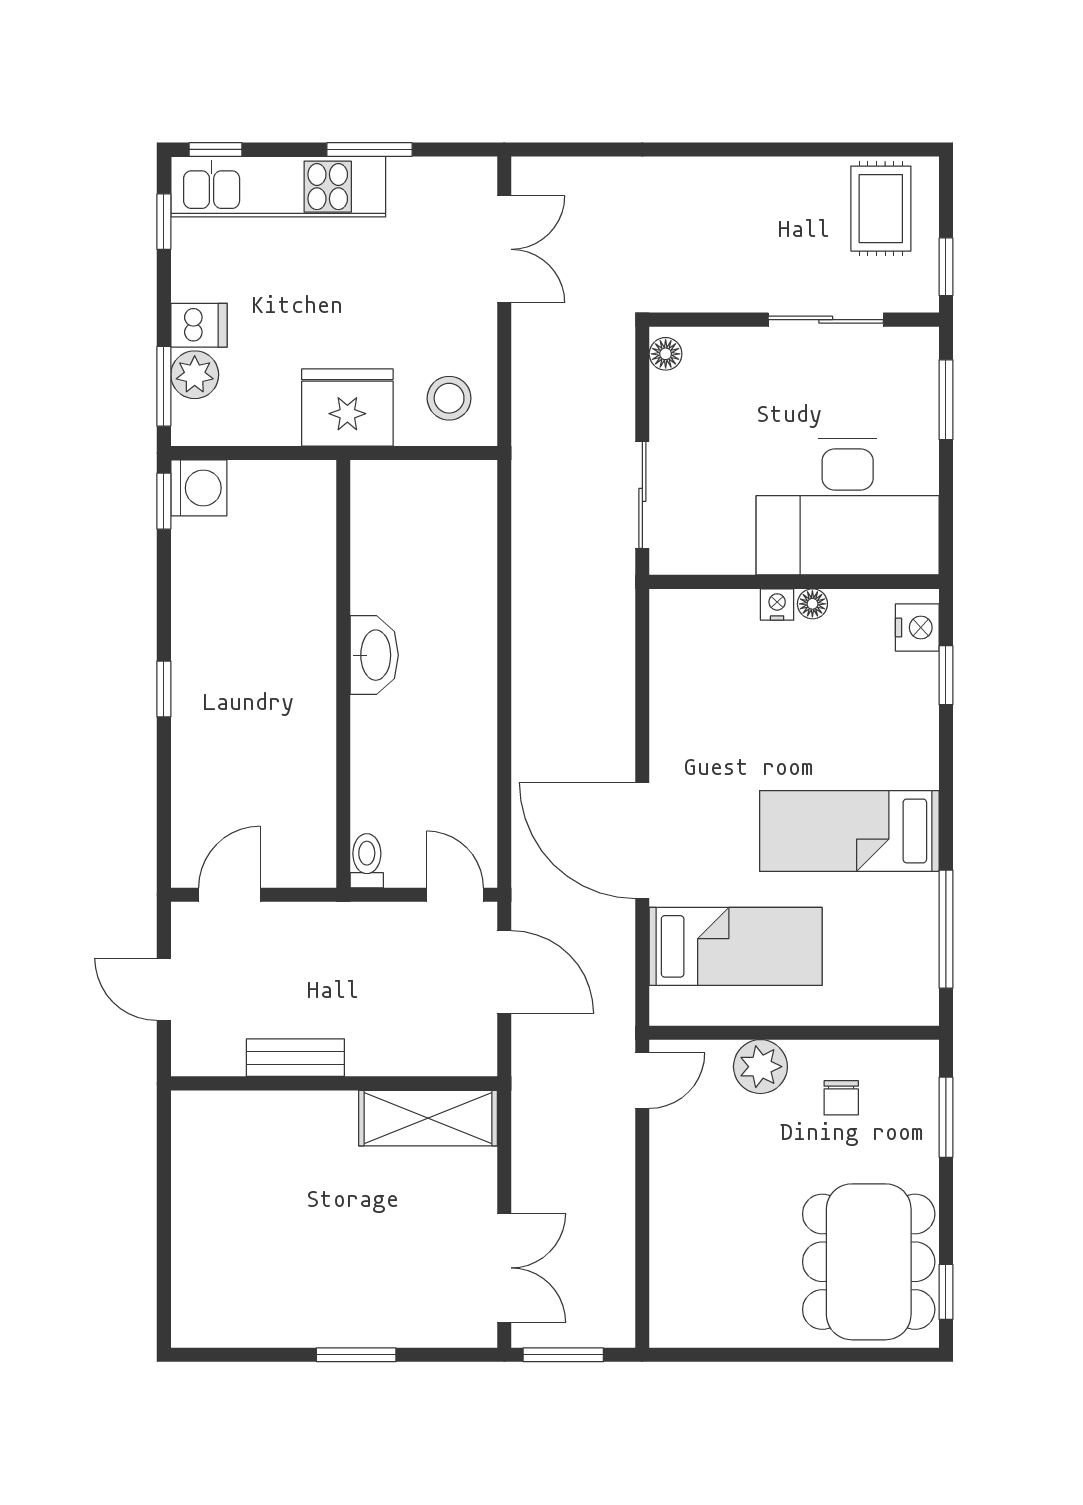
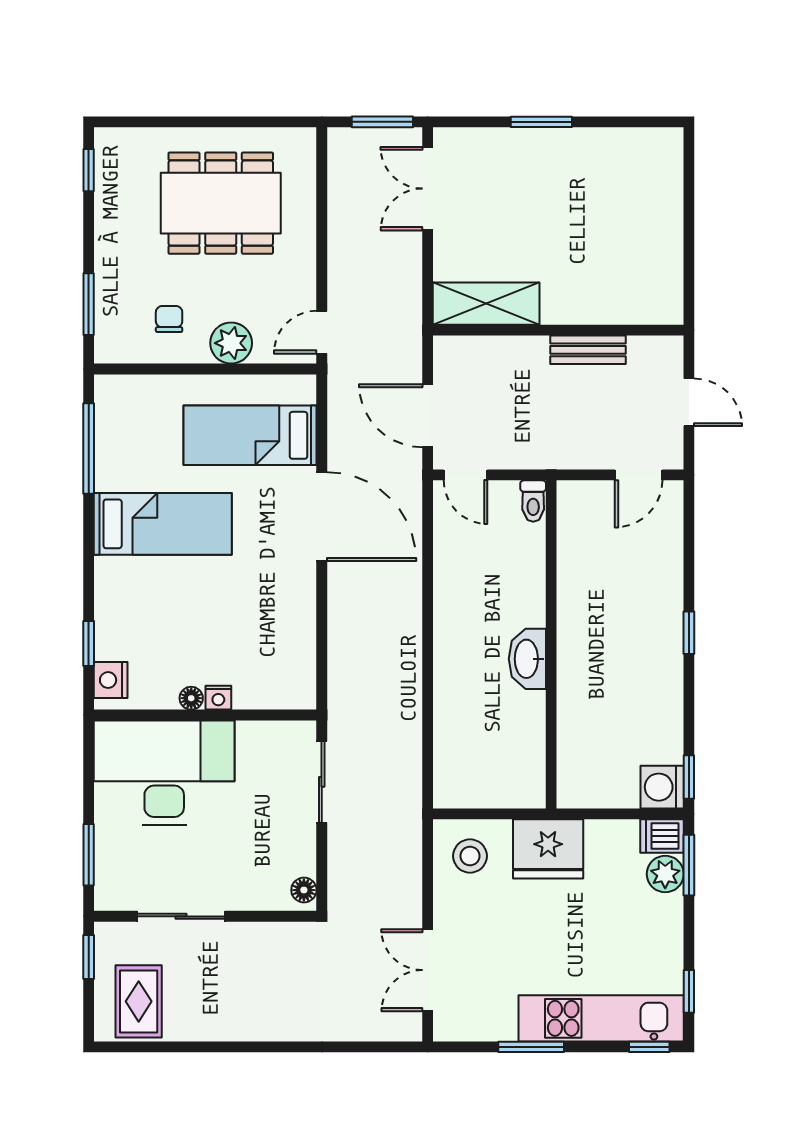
dishwasher: (199, 325) -> (662, 836), moved
dining table: (869, 1262) -> (221, 203), moved, turned 90

